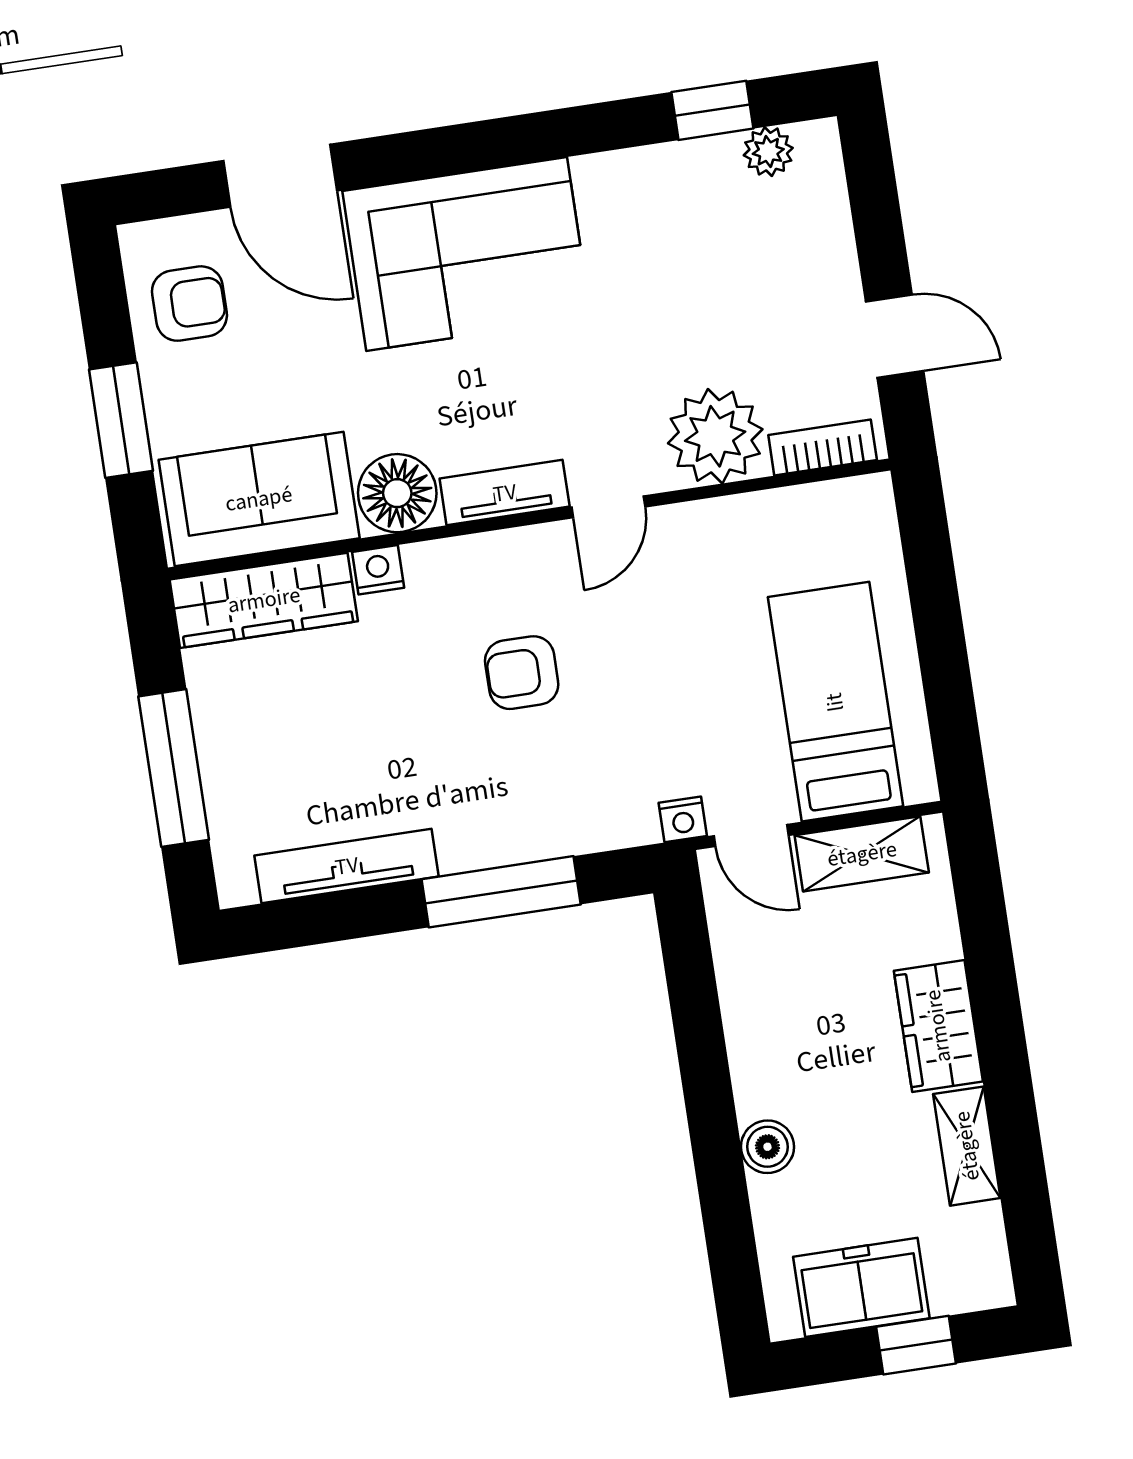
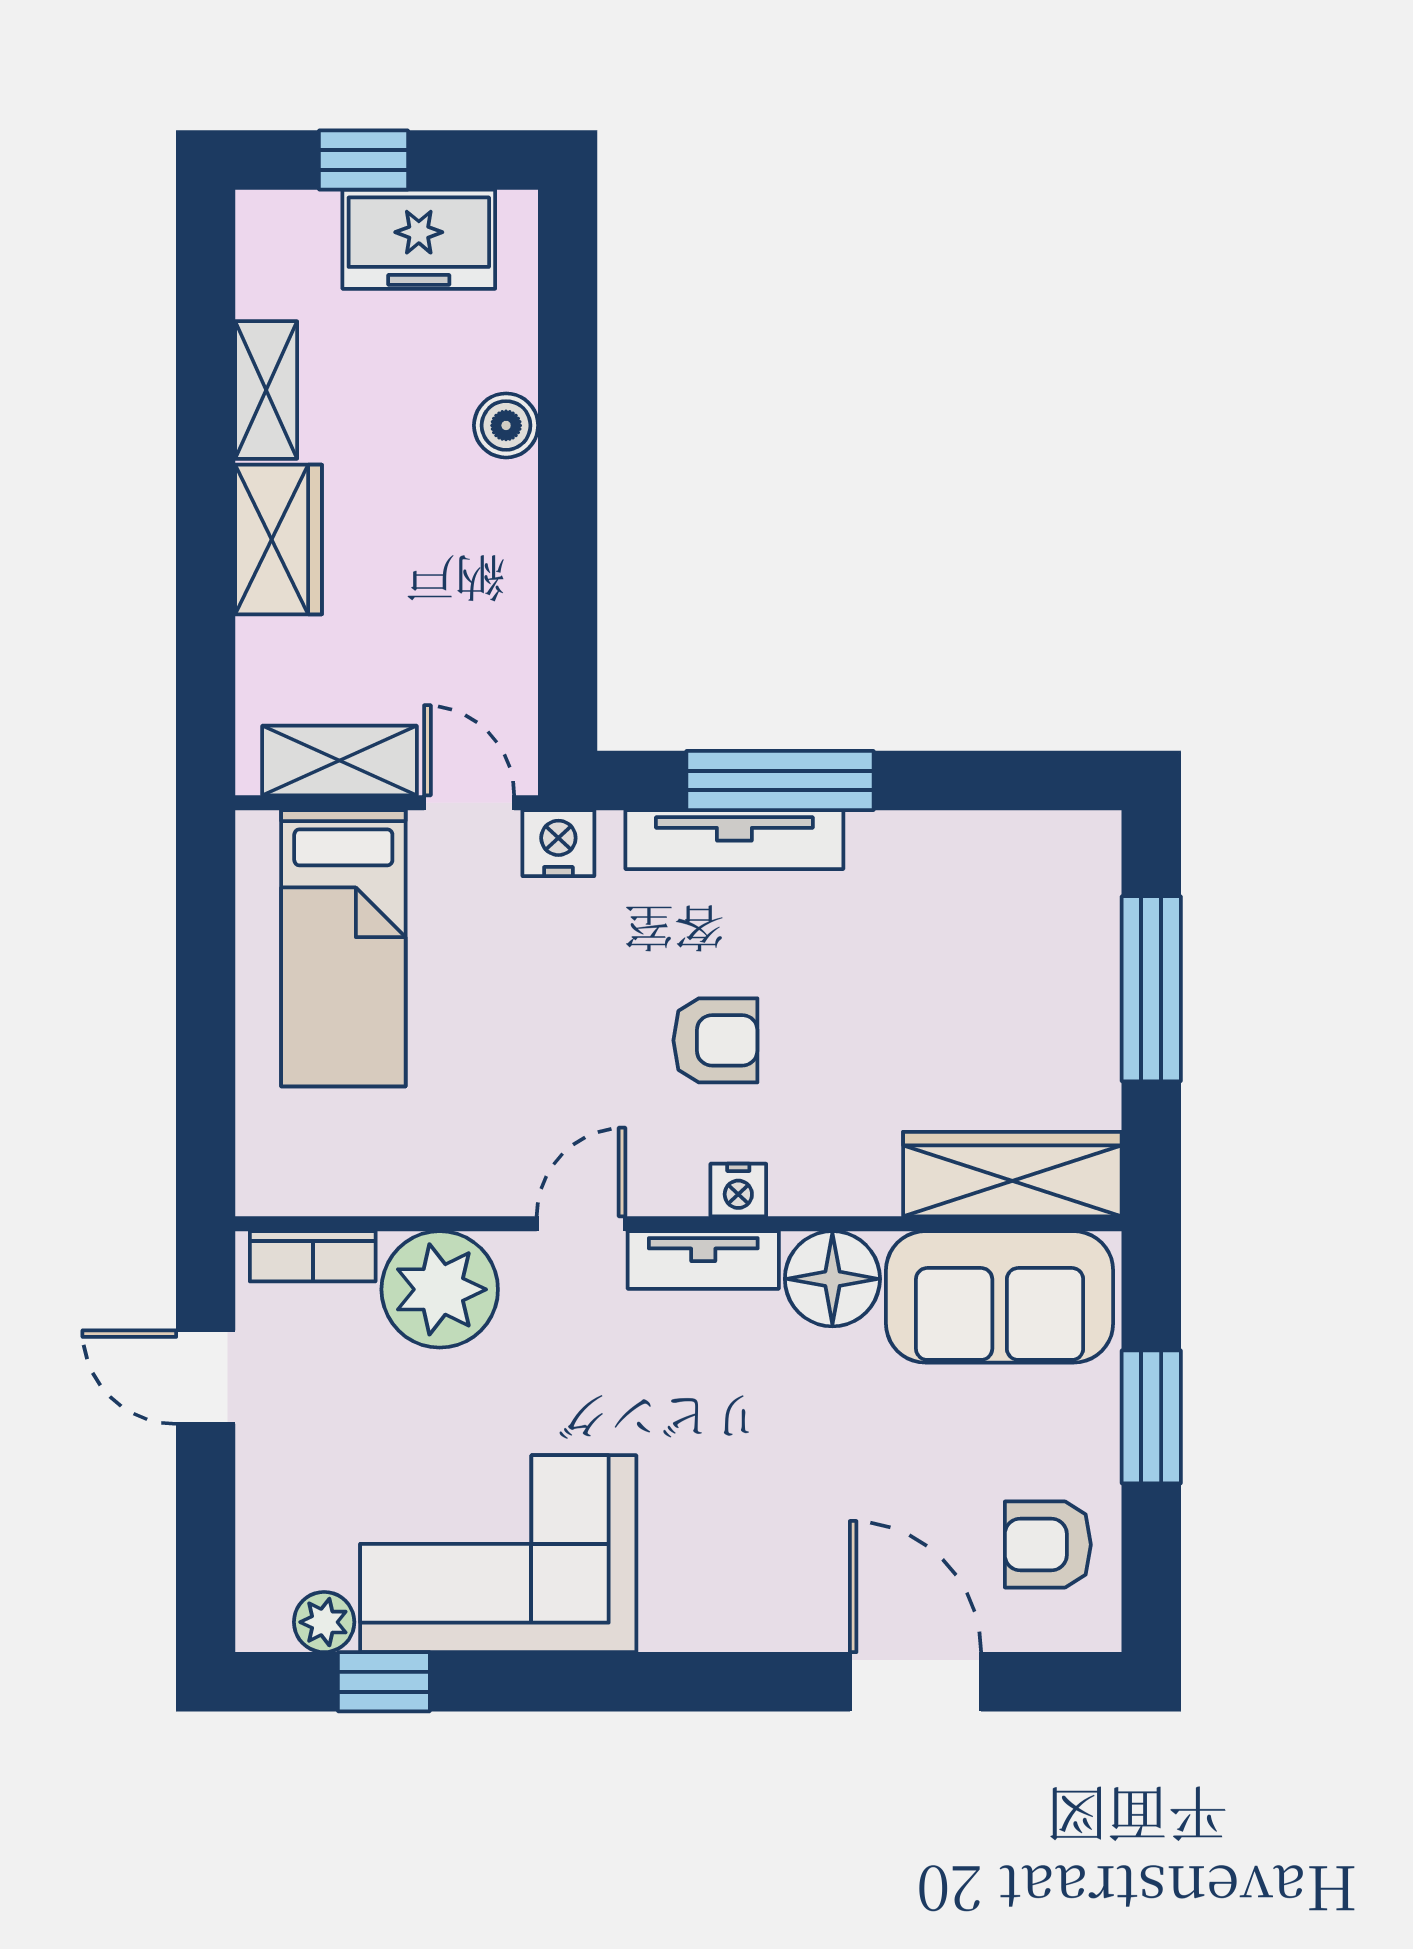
corner sofa: (467, 254) -> (498, 1554), moved
nightstand: (378, 570) -> (738, 1190), moved
nightstand: (683, 819) -> (558, 843), width x1.39, depth x1.35
tv unit: (347, 866) -> (734, 840), moved

